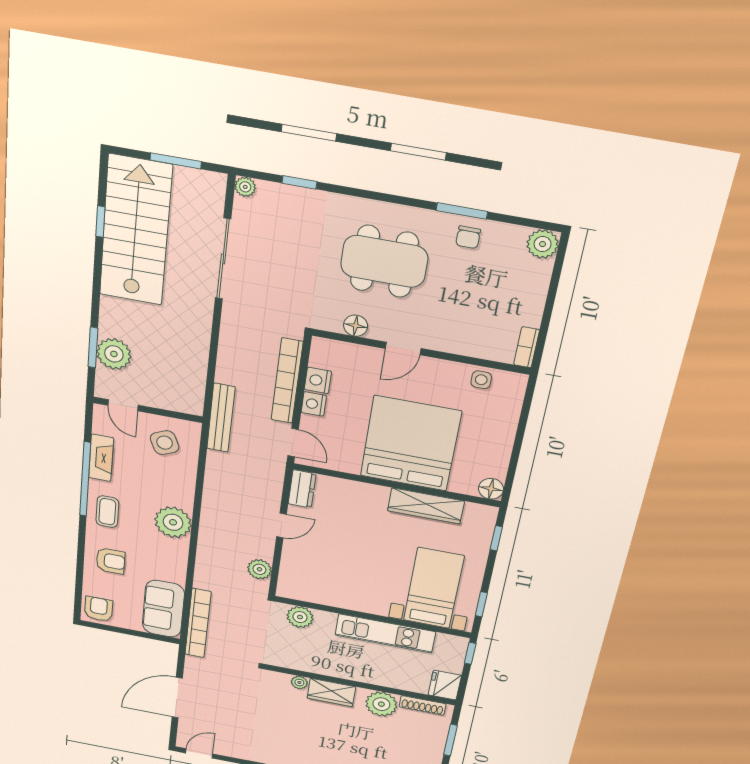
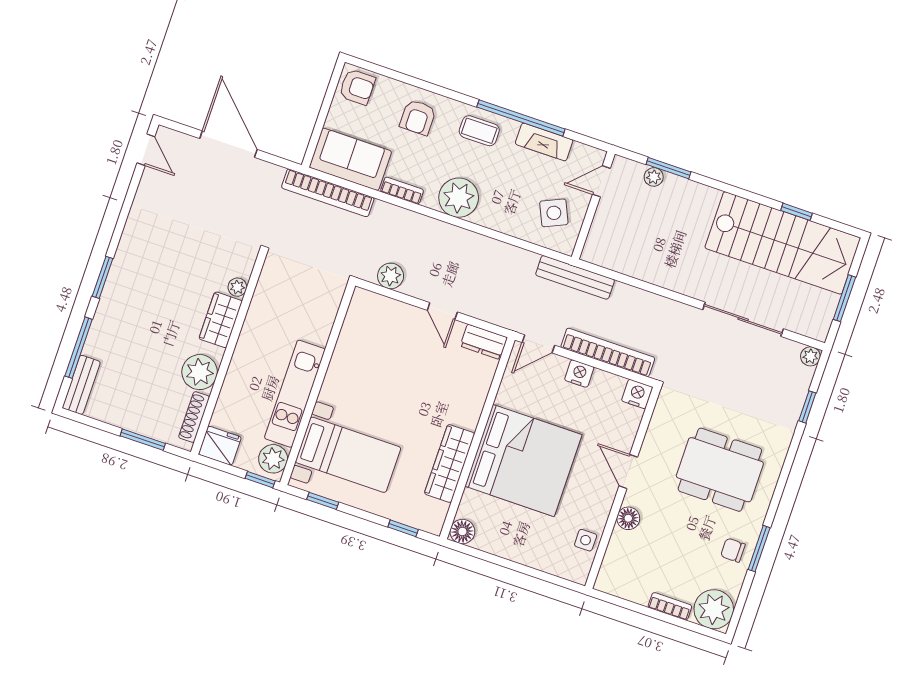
plant: (543, 244) -> (714, 609), width x1.36, depth x1.36
dining table: (384, 261) -> (720, 470), turned 90
floor lamp: (356, 326) -> (628, 518), moved
bookcase: (527, 347) -> (670, 606), moved
plant: (114, 354) -> (654, 177), width x0.53, depth x0.53
nightstand: (318, 380) -> (637, 394), moved
bookcase: (180, 567) -> (402, 191), added
plant: (300, 617) -> (273, 459), moved

